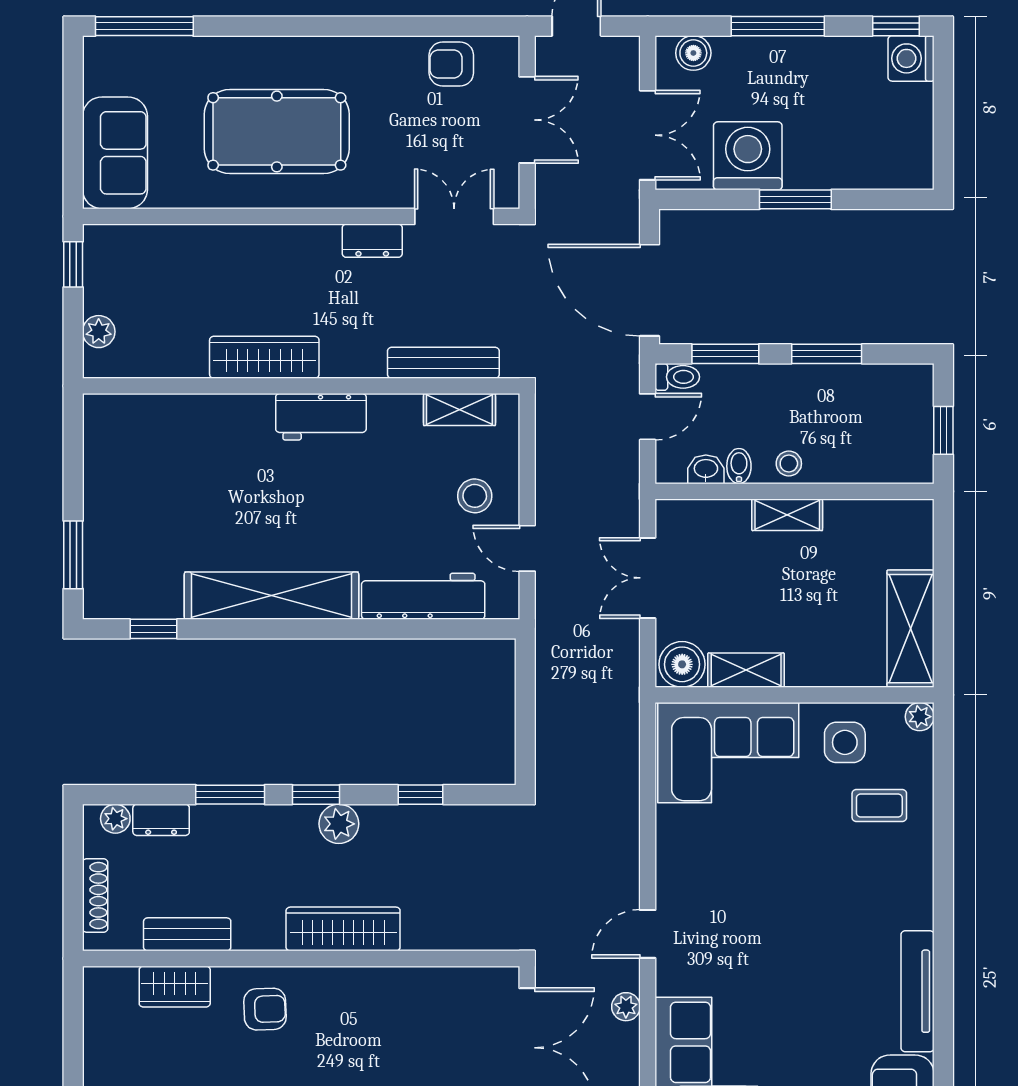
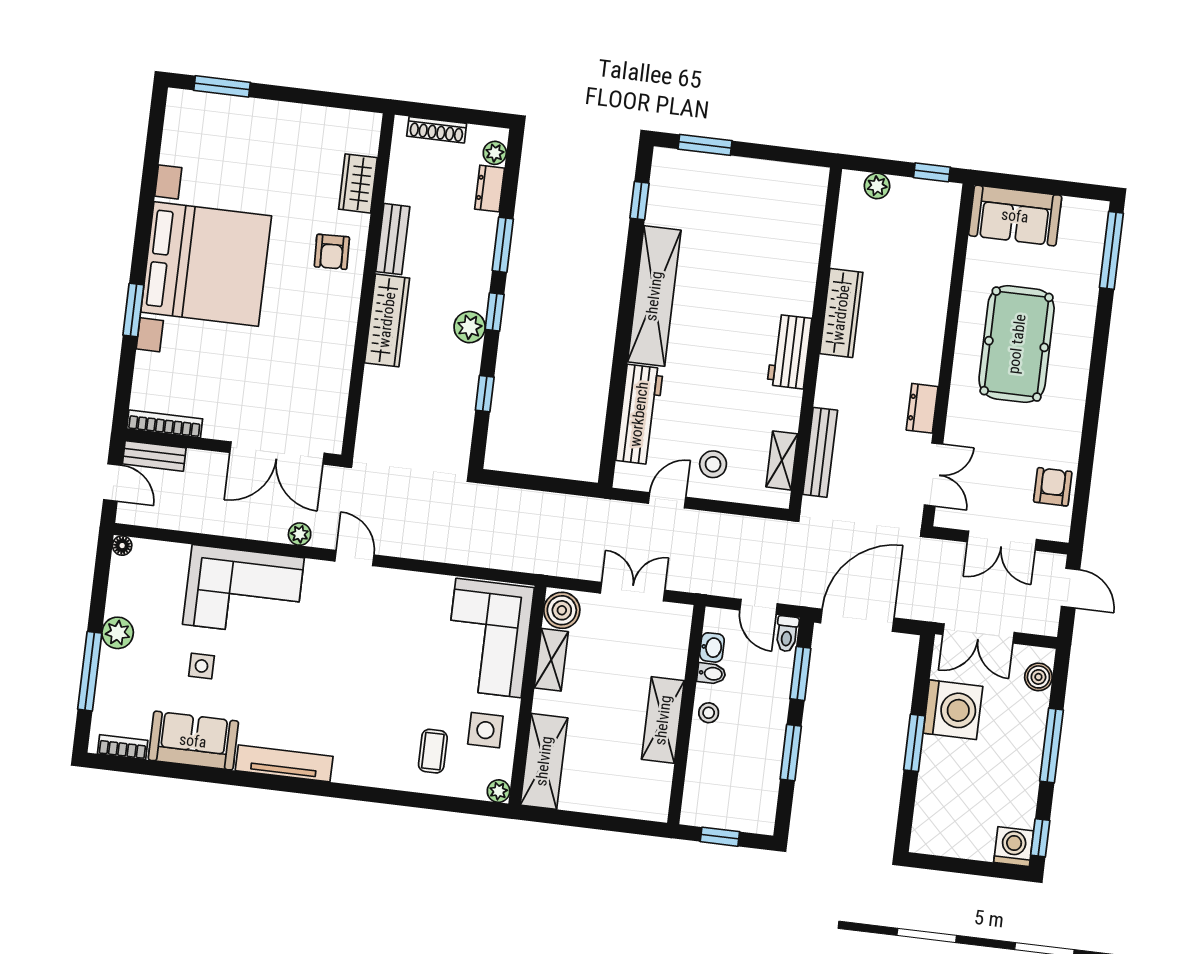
shelving: (787, 515) -> (663, 720), width x1.50, depth x1.33
shelving: (910, 629) -> (544, 761), moved, turned 90
bench: (187, 934) -> (393, 239), moved

